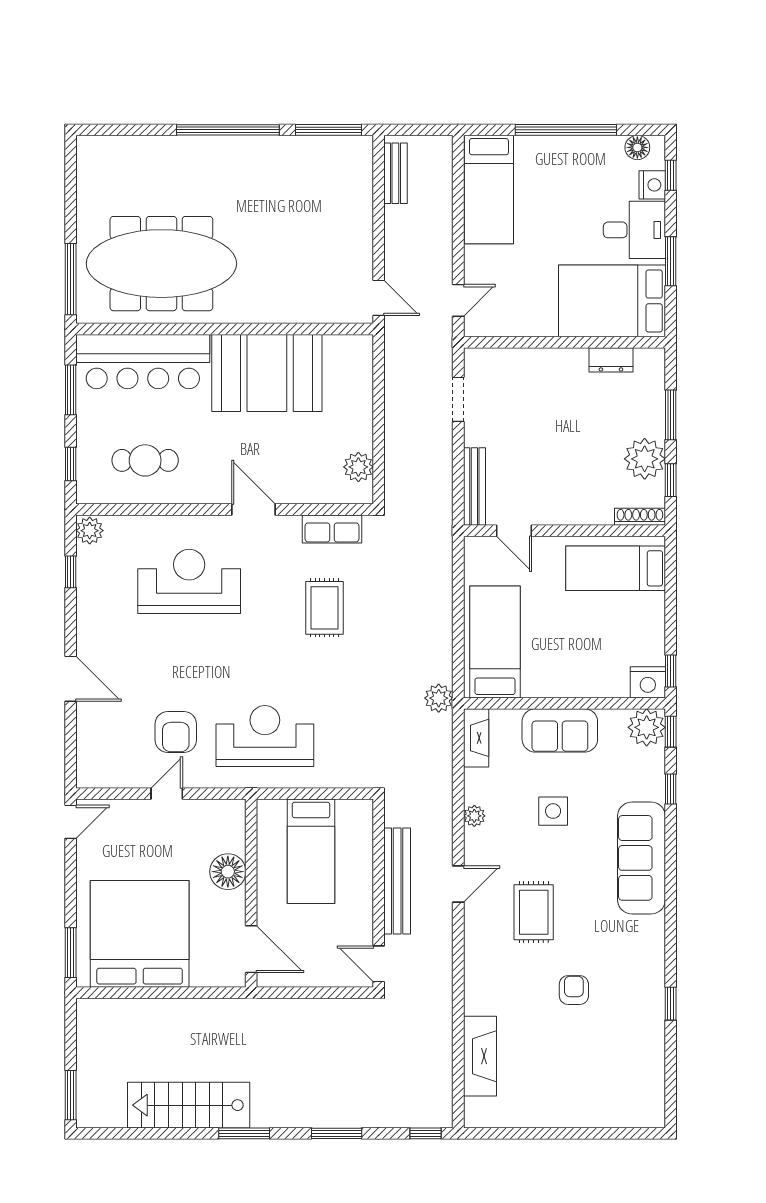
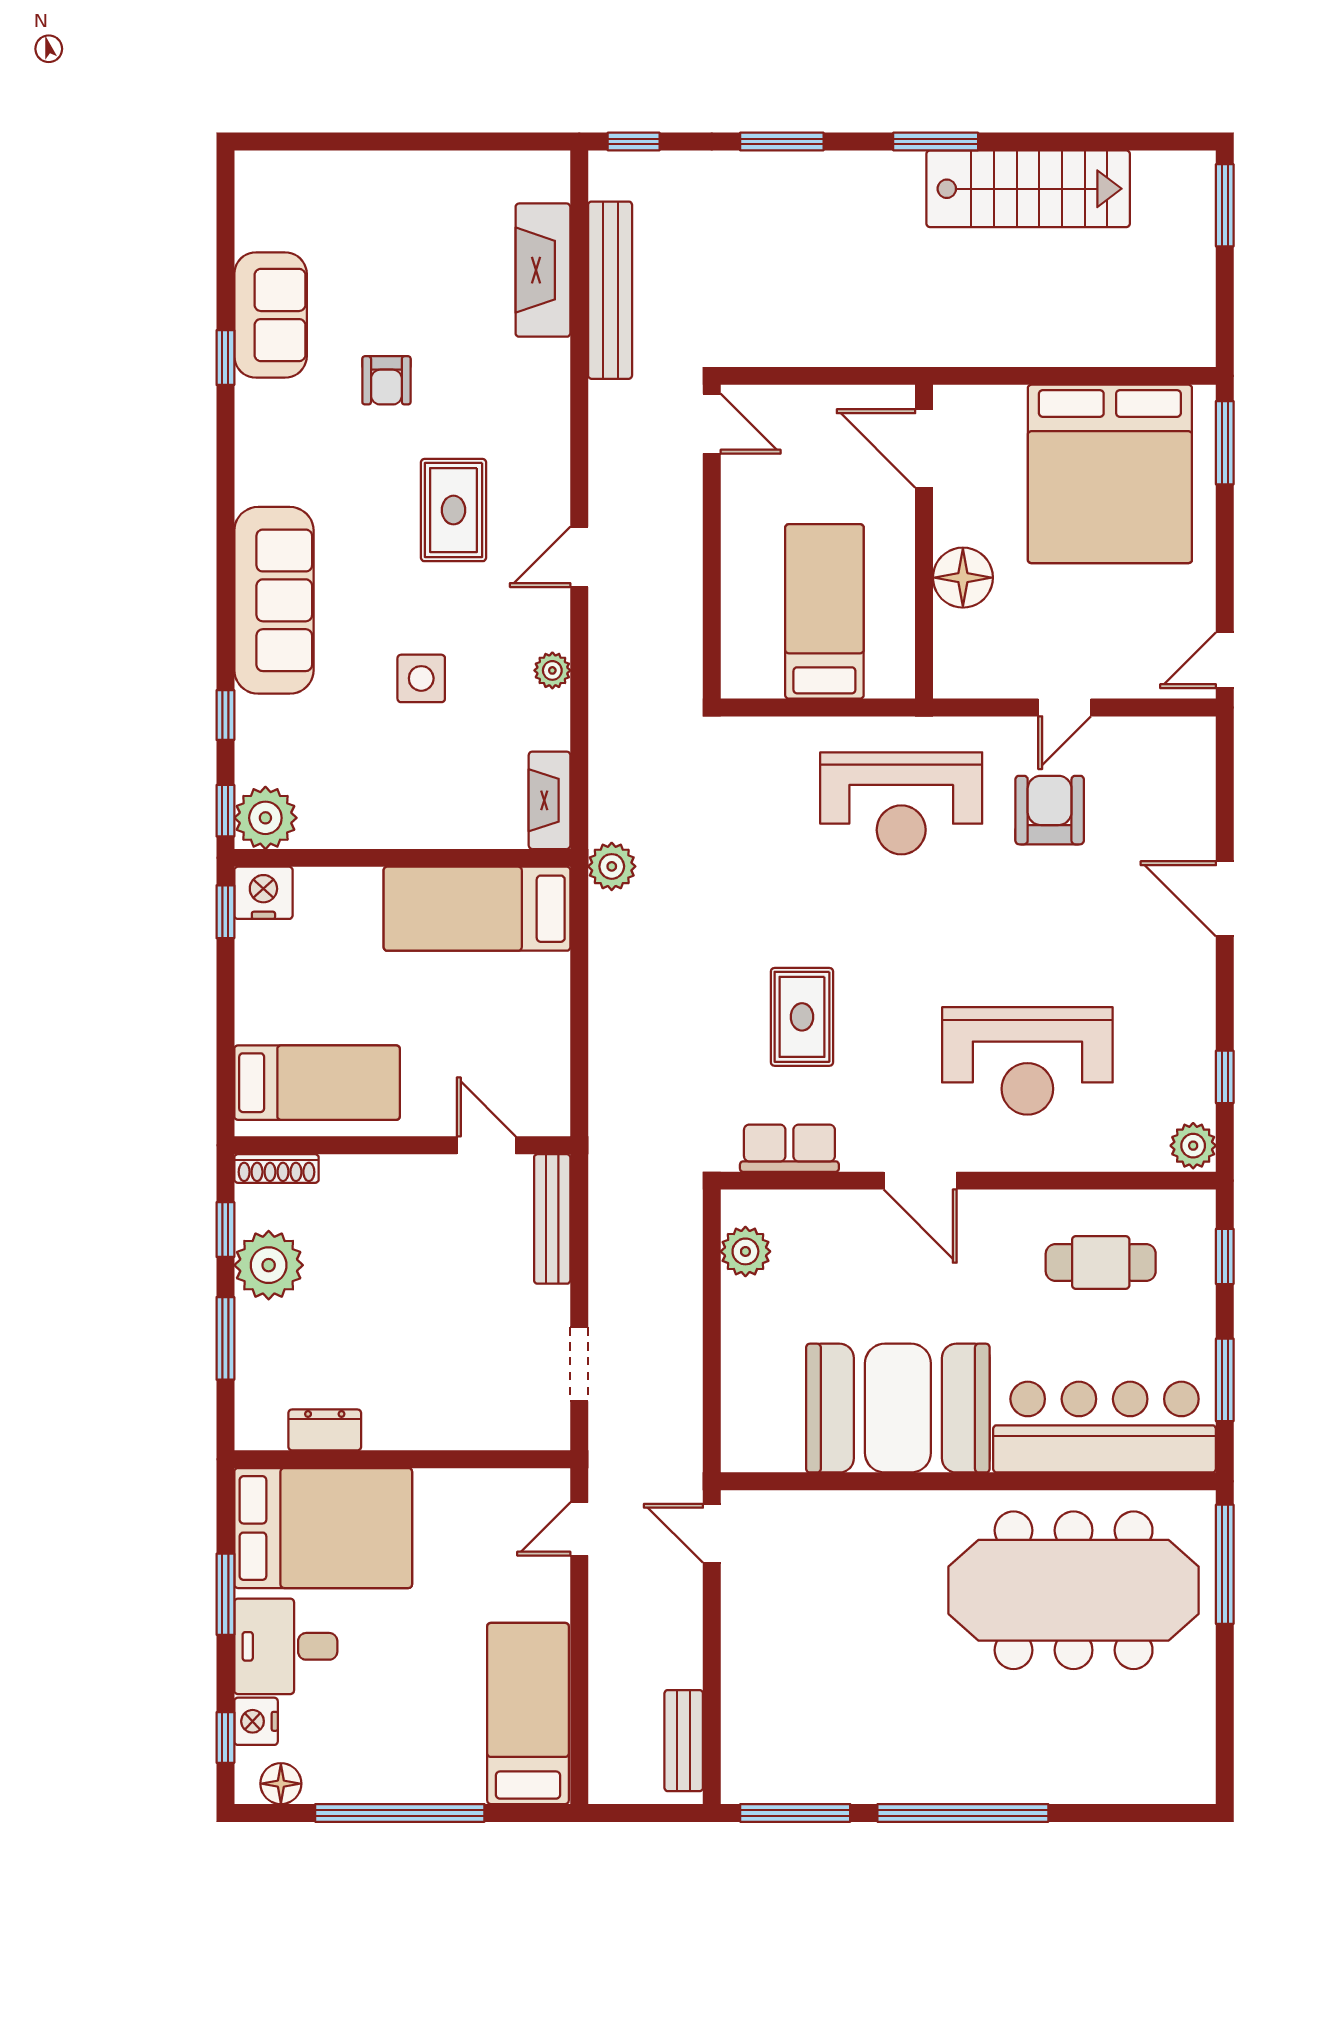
bed: (495, 642) -> (477, 909), moved, turned 90
sofa: (560, 730) -> (271, 315), moved, turned 90
bench: (397, 881) -> (610, 290), moved

